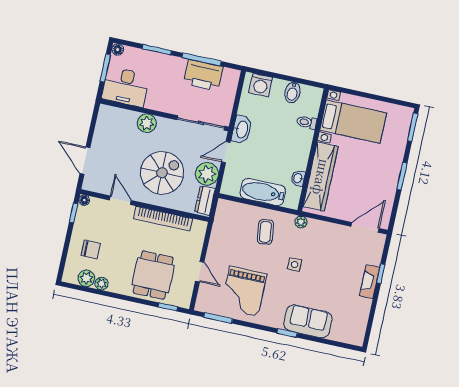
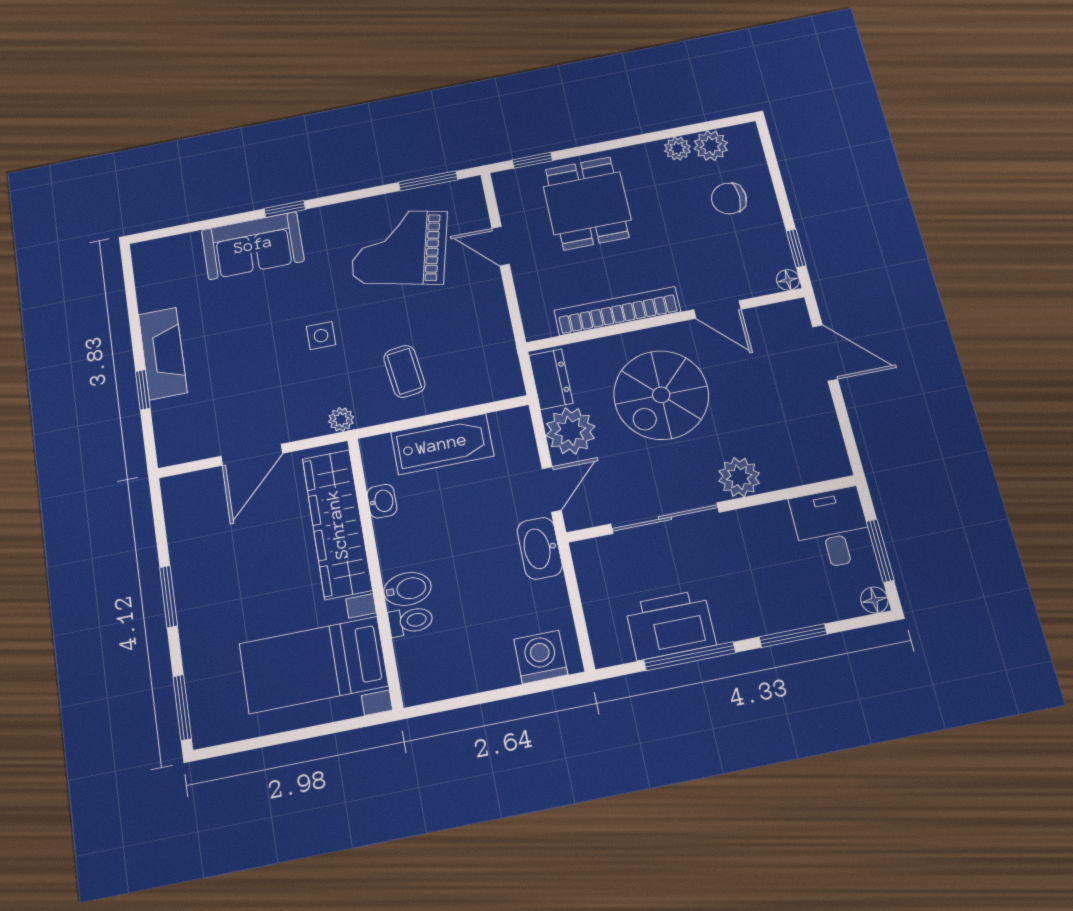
desk: (125, 87) -> (832, 528), width x0.73
bidet: (292, 92) -> (407, 589), moved, turned 90
sliding door: (201, 123) -> (665, 518), moved
door: (365, 227) -> (252, 455), moved
fireplace: (370, 282) -> (163, 353), width x1.37, depth x1.32
grand piano: (244, 291) -> (400, 247), turned -77

